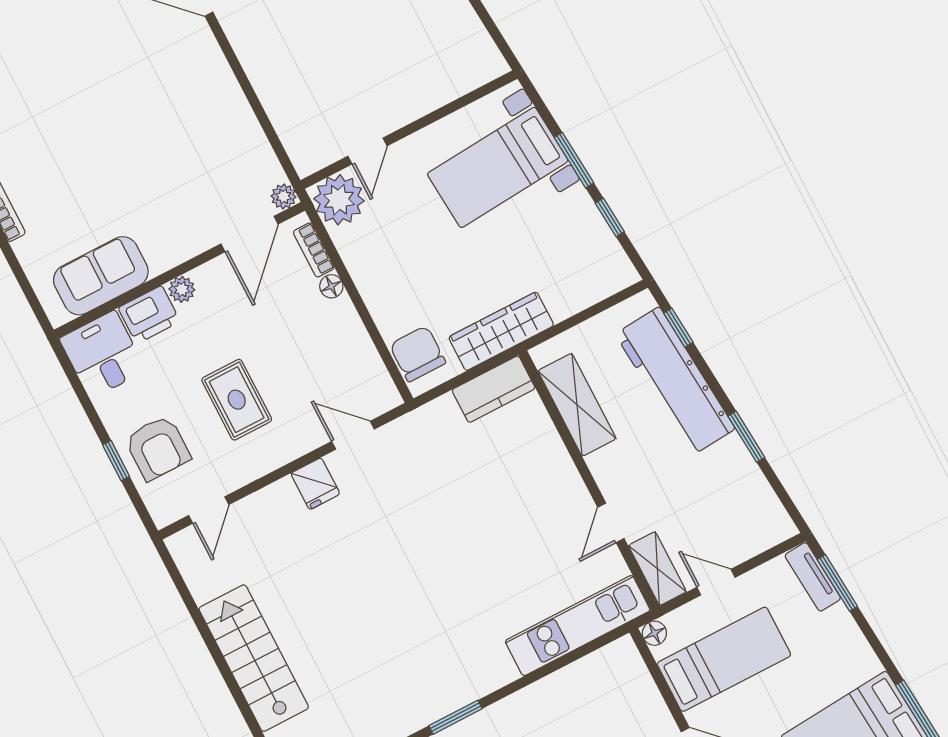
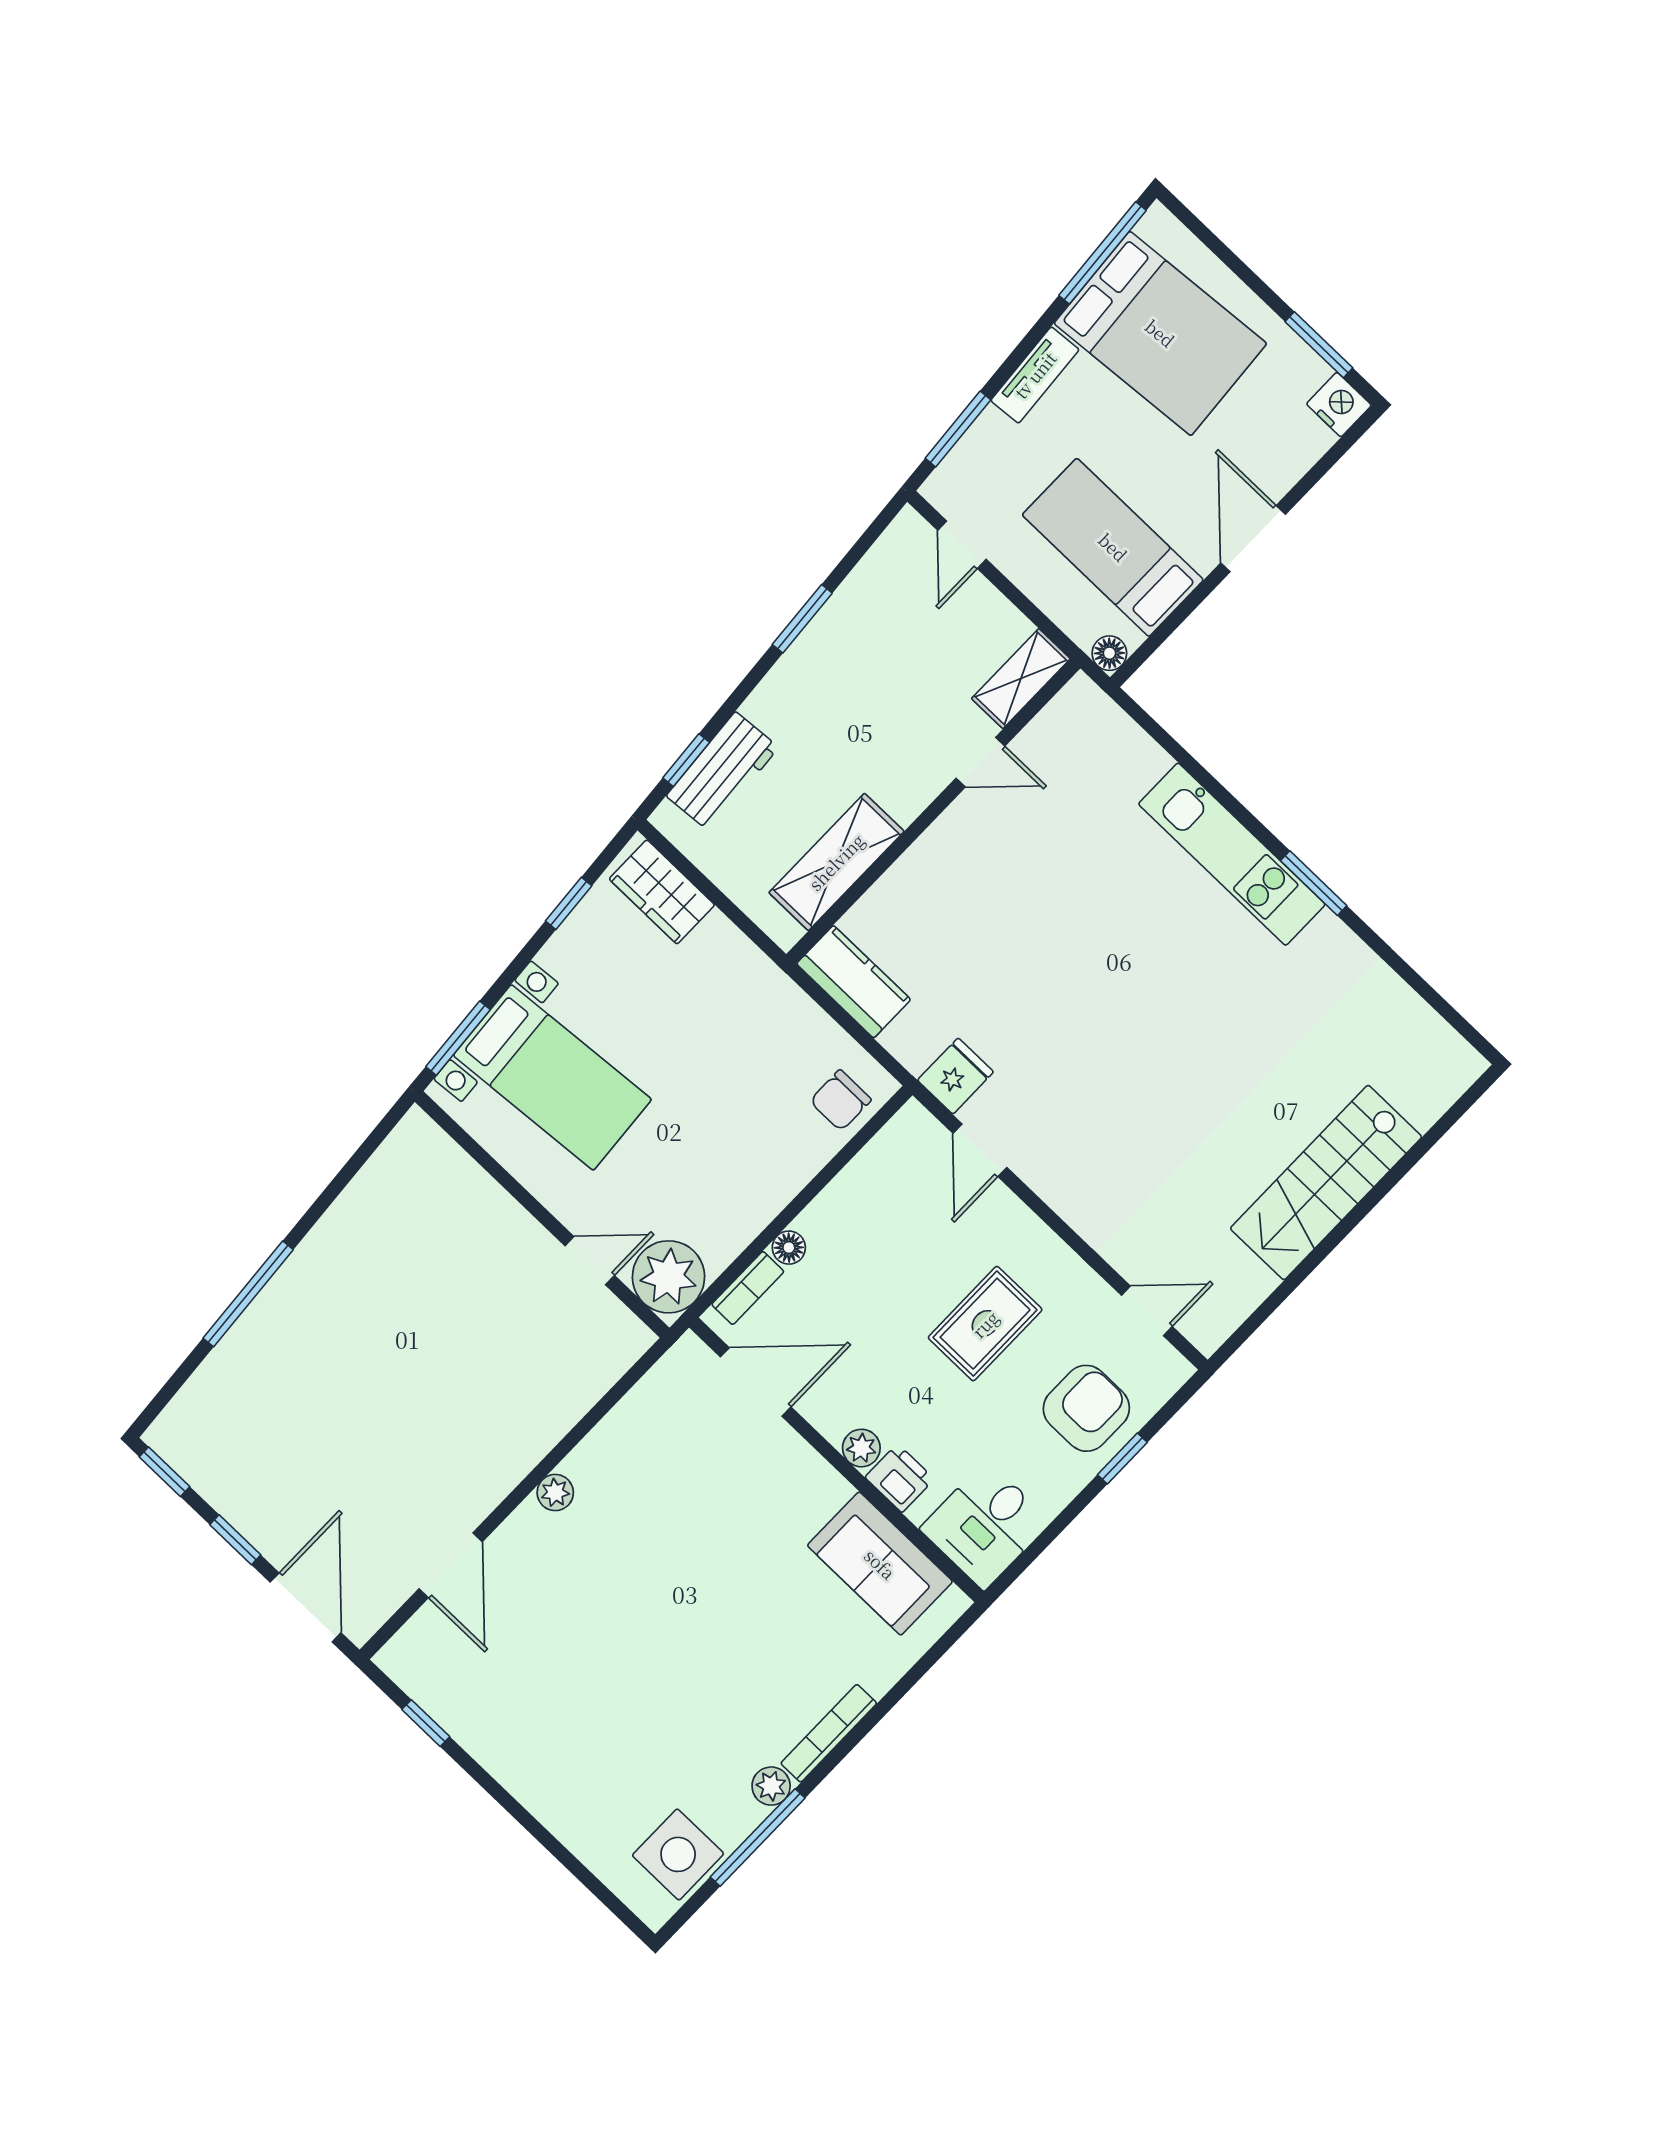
window: (574, 160) -> (458, 1038), moved
plant: (284, 196) -> (555, 1493), moved
printer: (149, 315) -> (900, 1478), width x0.73, depth x0.81
wardrobe: (501, 331) -> (662, 892), moved, width x0.67
chair: (418, 354) -> (840, 1100), width x0.73, depth x0.73
workbench: (675, 381) -> (722, 772), width x0.53, depth x0.76
fridge: (315, 484) -> (956, 1076), moved
tv unit: (813, 577) -> (1035, 375), moved
door: (716, 582) -> (962, 545), moved
kitchen unit: (578, 626) -> (1232, 854), moved

